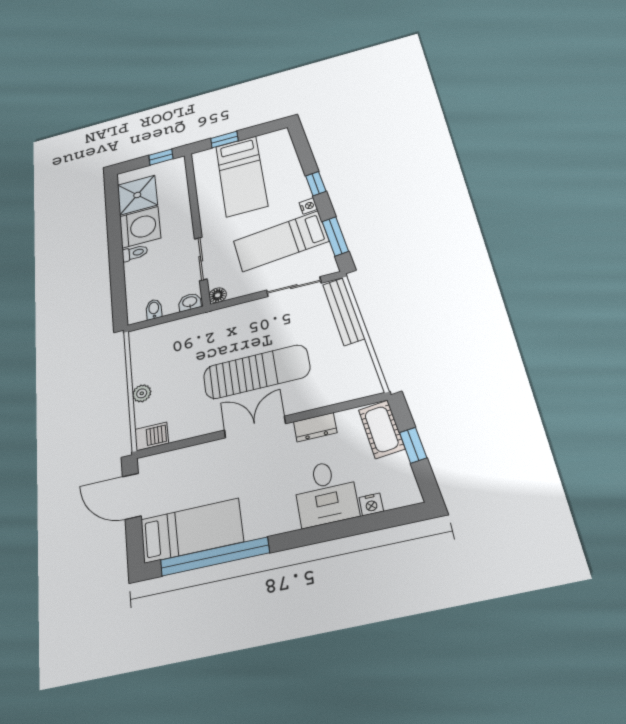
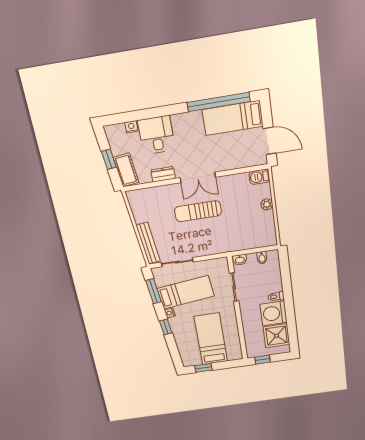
window: (224, 140) -> (203, 368), moved
floor lamp: (218, 295) -> (223, 262), removed
sun lounger: (256, 372) -> (198, 211), width x0.73, depth x0.75

